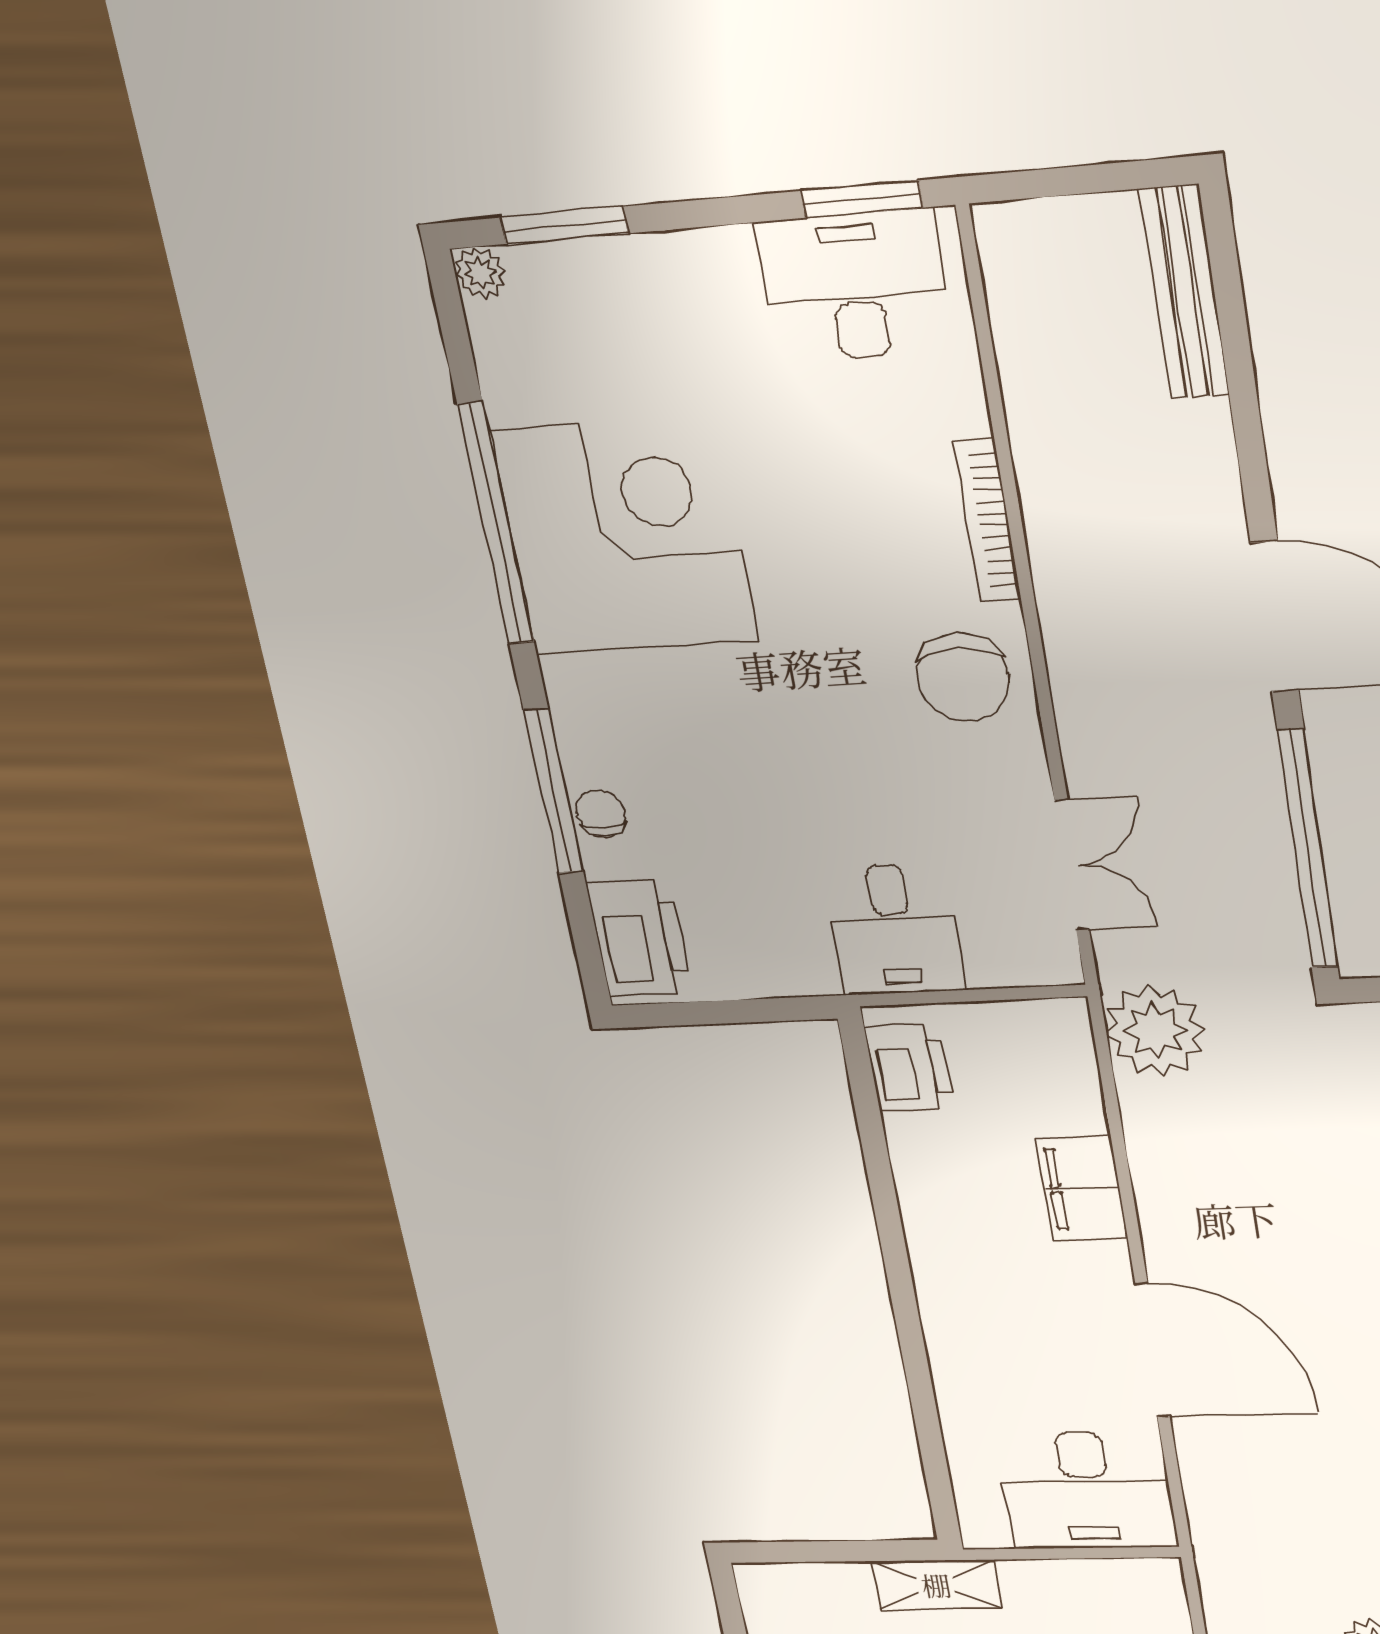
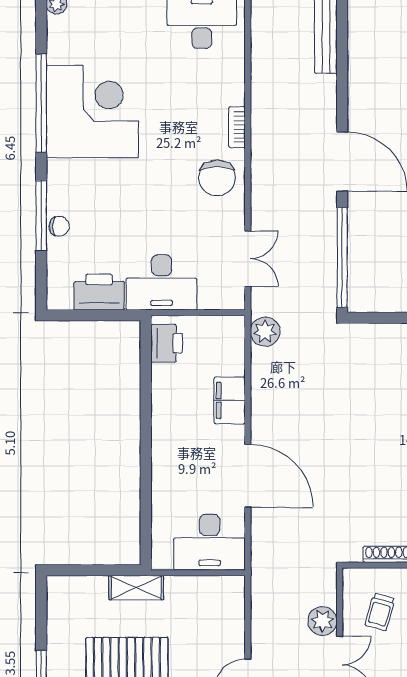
bookcase: (987, 520) -> (237, 127), width x0.64
chair: (601, 814) -> (59, 226), turned 90
desk: (894, 929) -> (162, 282), width x1.37
printer: (640, 938) -> (99, 292), moved, turned -90
plant: (1155, 1031) -> (265, 332), width x0.73, depth x0.73

